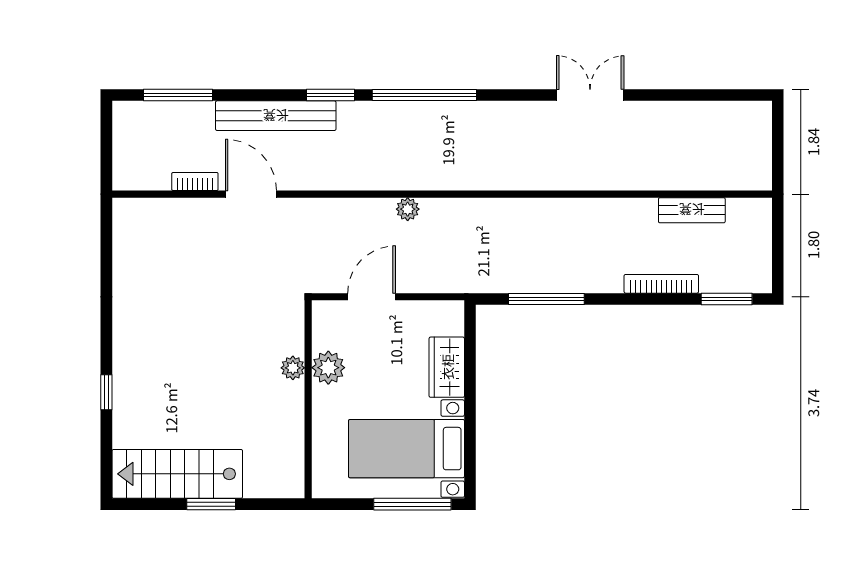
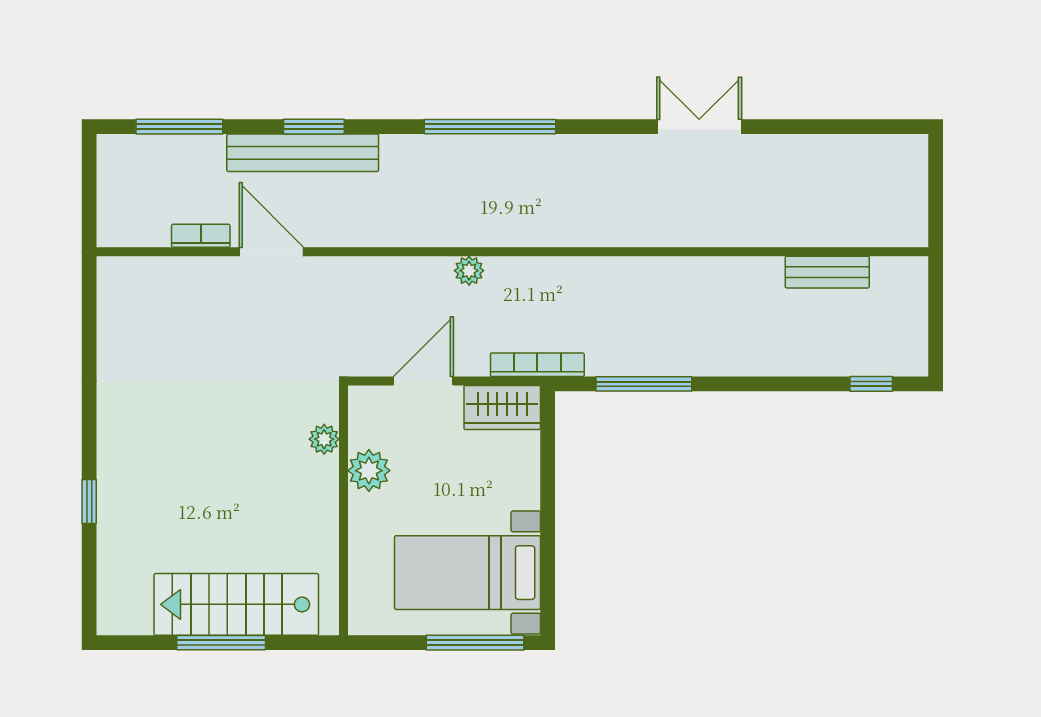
window: (331, 95) -> (314, 127), moved
bookcase: (661, 284) -> (537, 365), moved
window: (727, 299) -> (871, 384), width x0.67
wardrobe: (447, 367) -> (502, 407), moved, turned -90
plant: (293, 368) -> (324, 439), moved
stairs: (177, 474) -> (236, 604), moved
window: (211, 504) -> (221, 643), width x1.44

